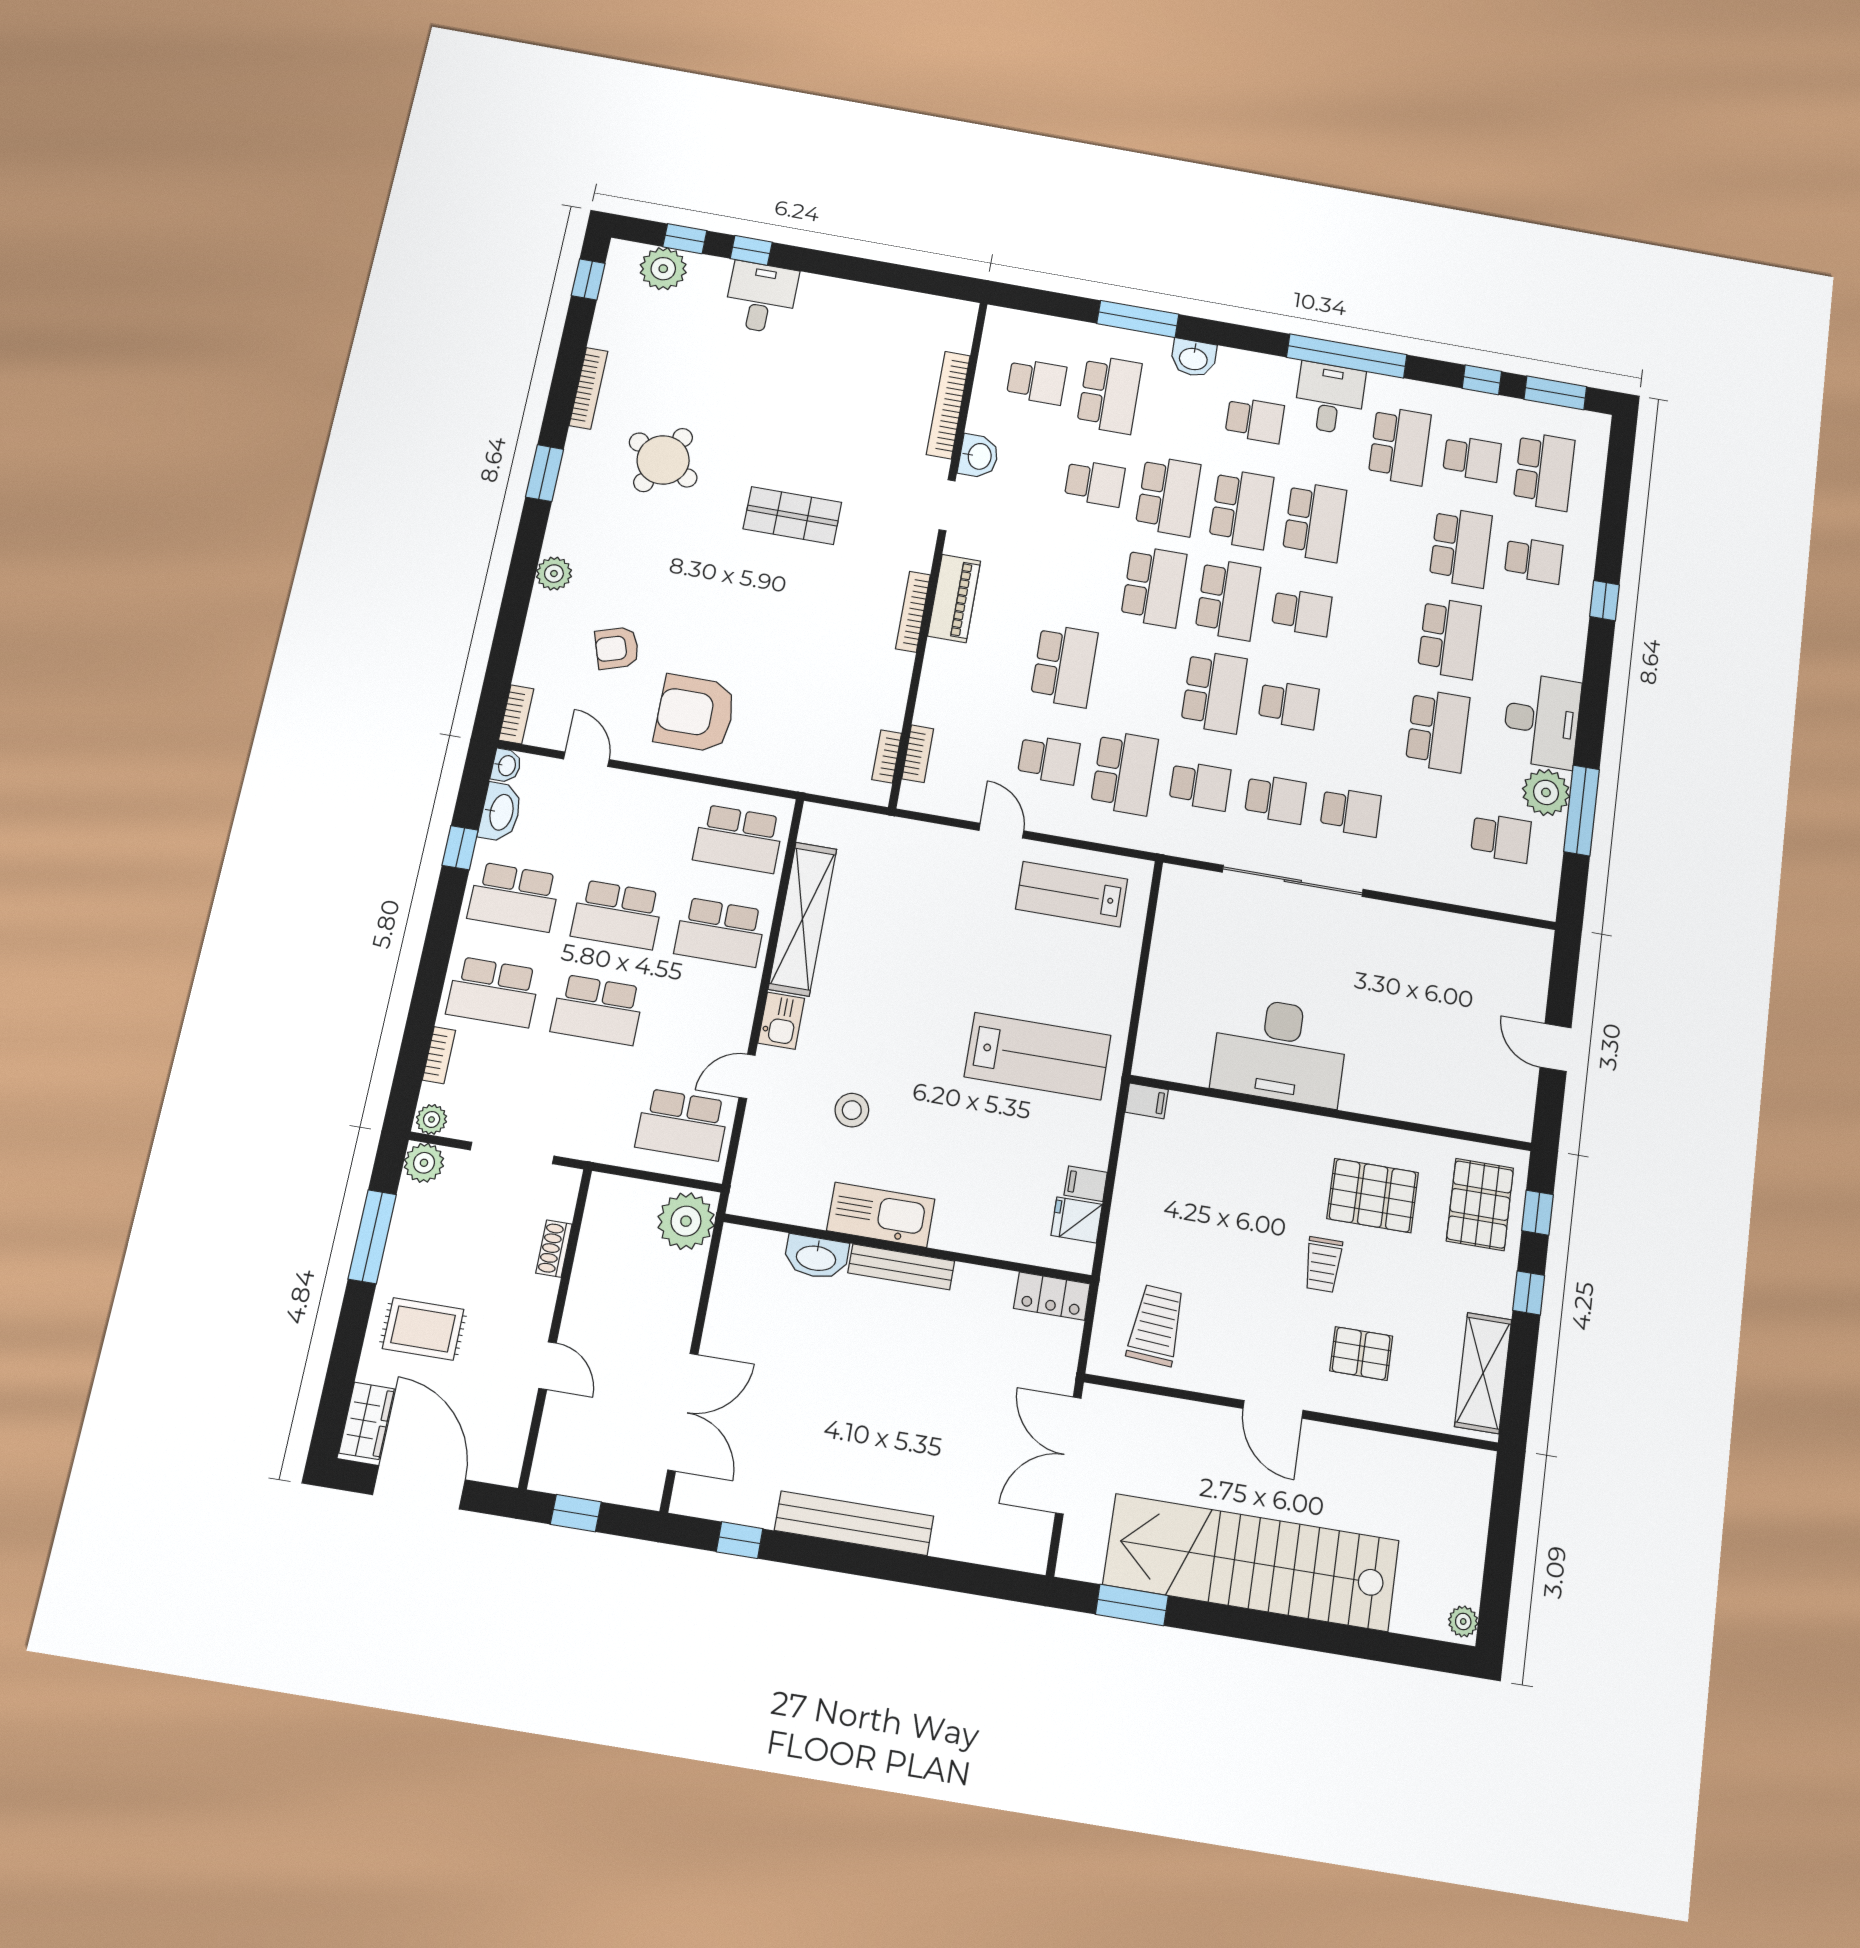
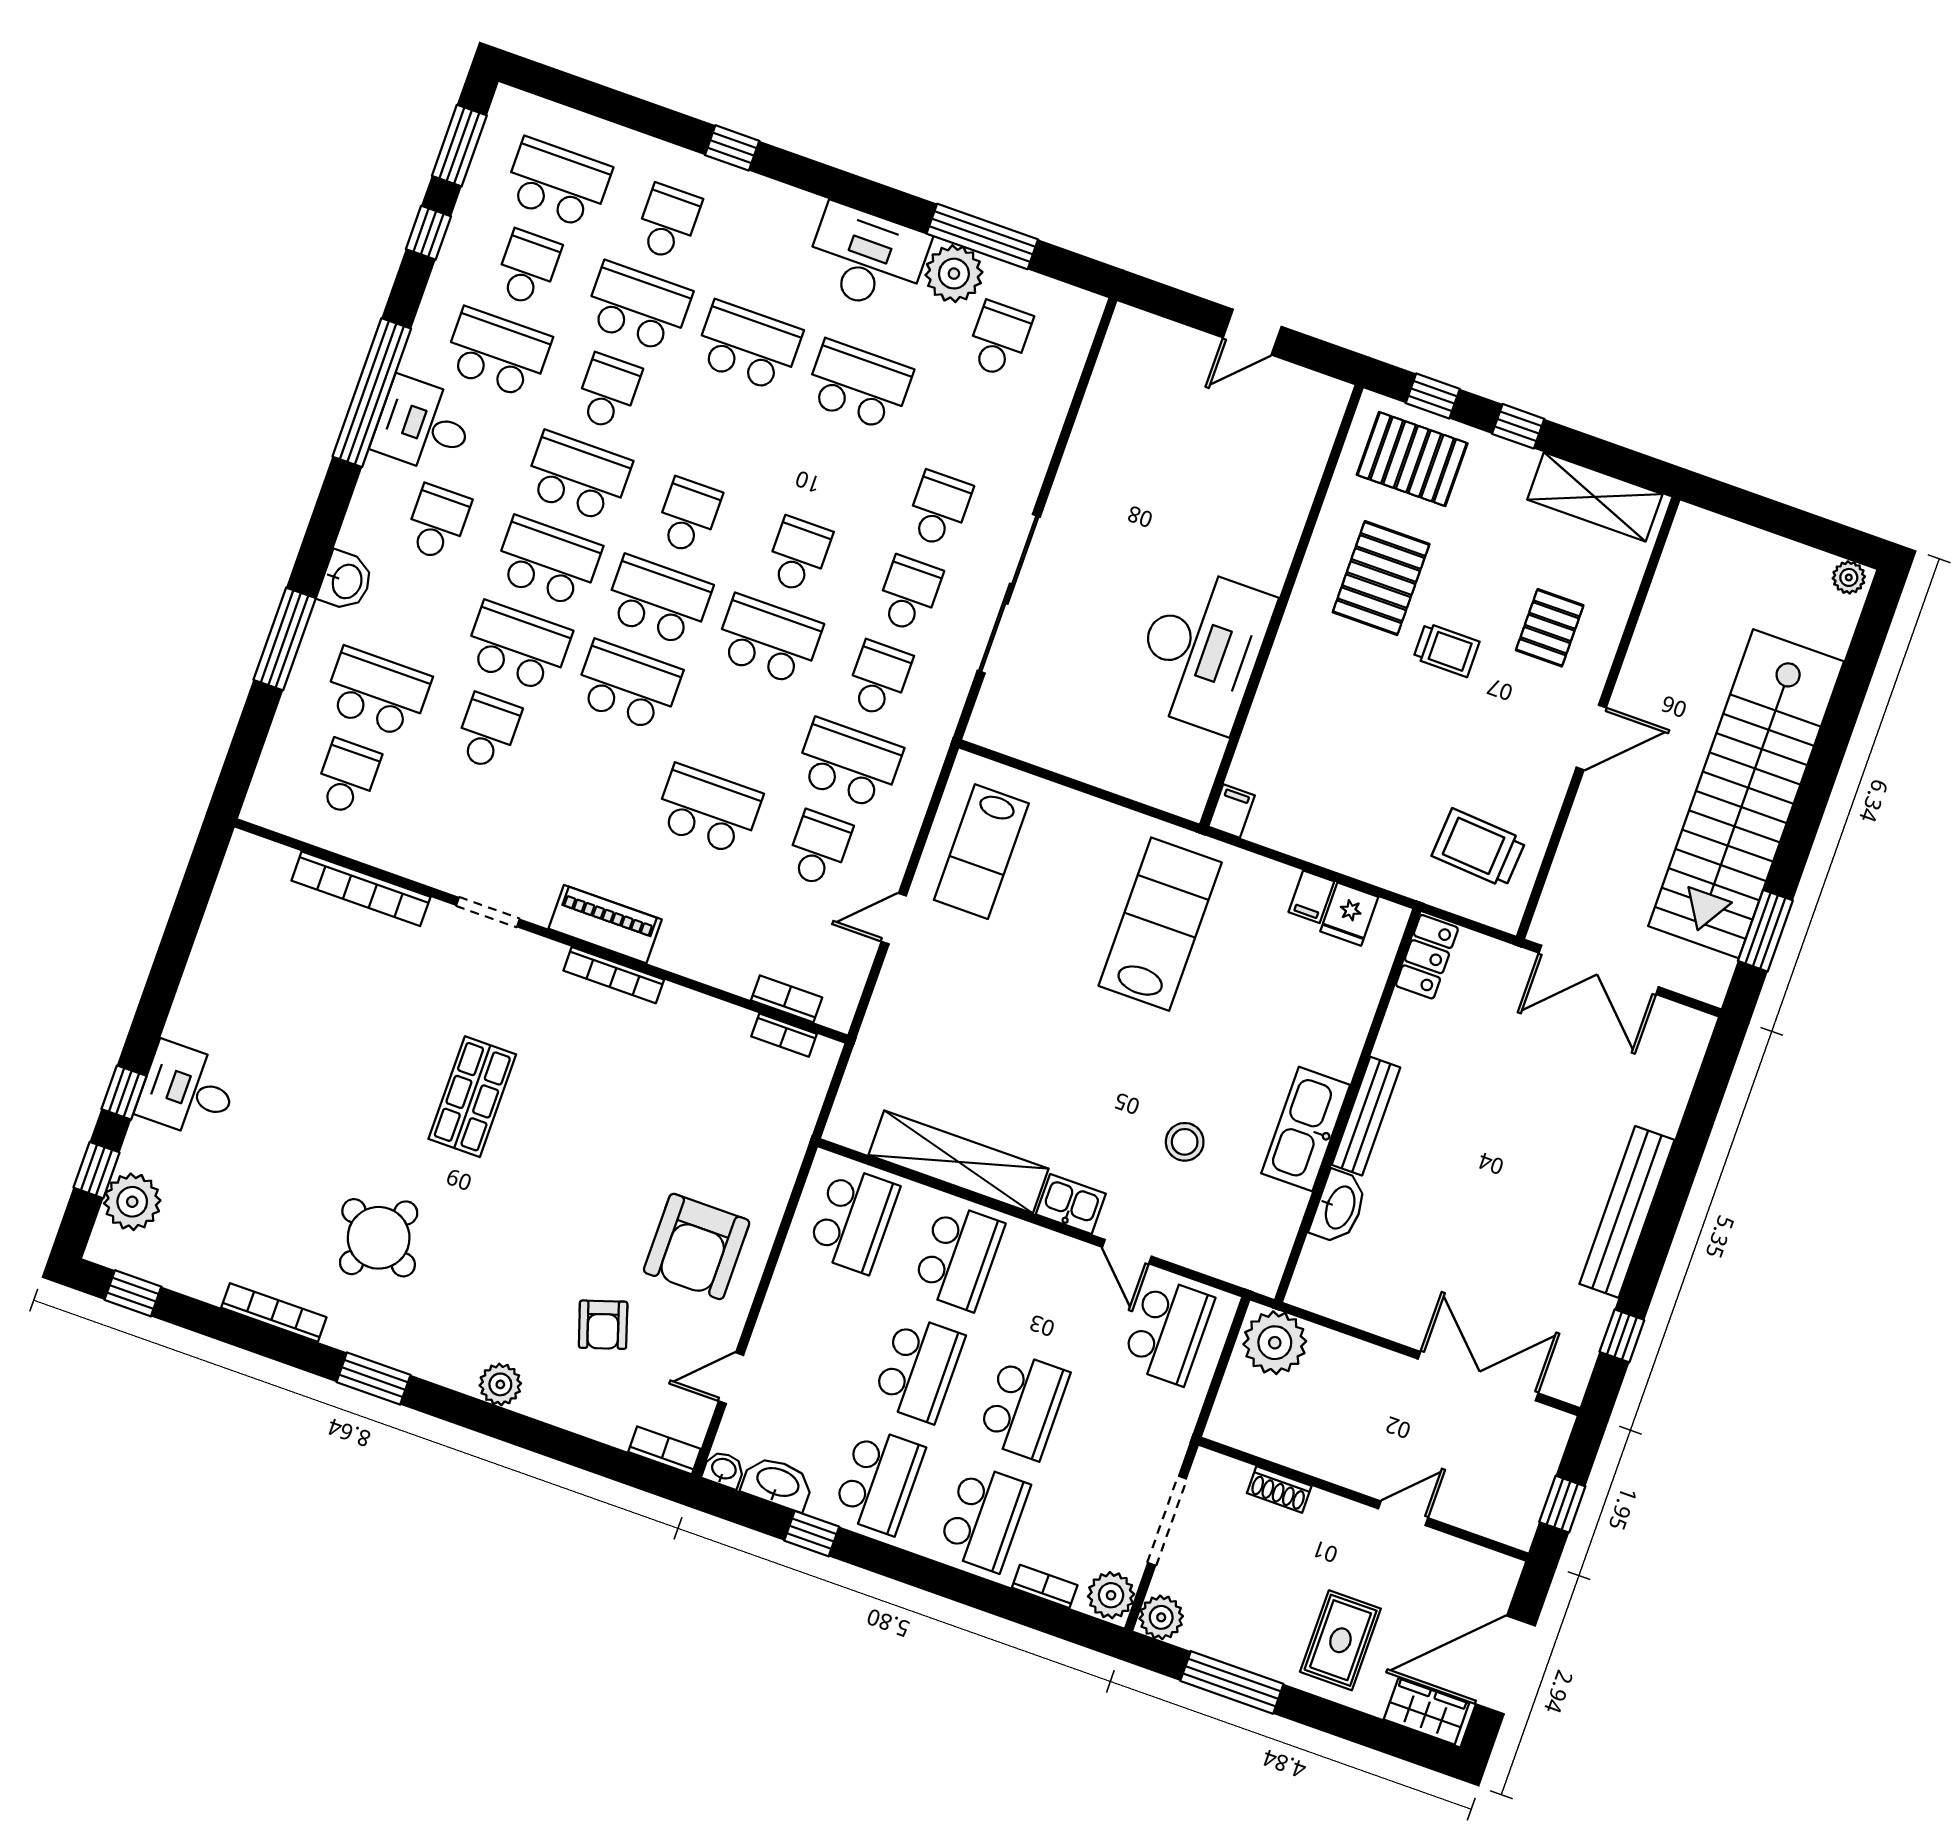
washbasin: (979, 456) -> (432, 864), removed
school desk: (1388, 535) -> (608, 392), added
plant: (432, 1119) -> (1111, 1595), width x1.38, depth x1.38

